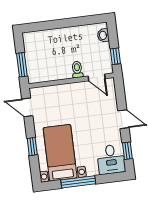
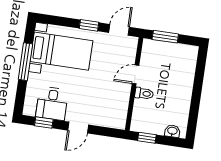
door: (97, 77) -> (136, 74), moved
window: (32, 147) -> (89, 25), moved
desk: (111, 159) -> (52, 103), moved, turned -90

